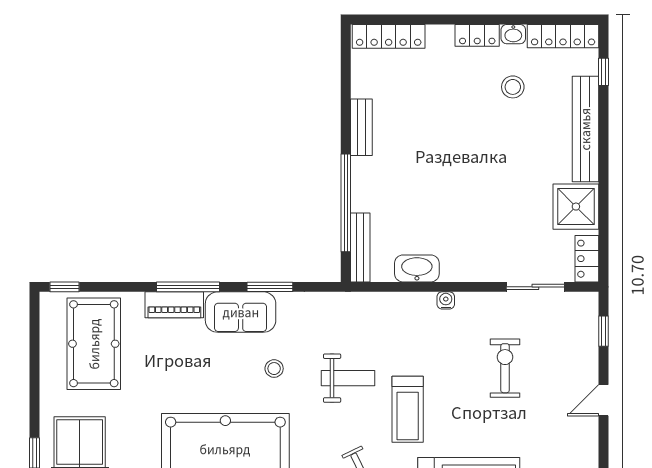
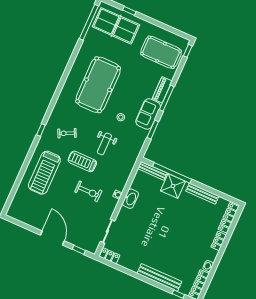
locker: (477, 35) -> (219, 241), moved
stool: (513, 87) -> (188, 257), removed
bench: (361, 127) -> (202, 194), width x1.36
shower: (576, 207) -> (173, 186), moved
washbasin: (417, 268) -> (130, 199), moved
exercise bike: (505, 368) -> (88, 191), moved
door: (603, 400) -> (52, 238), width x1.88

